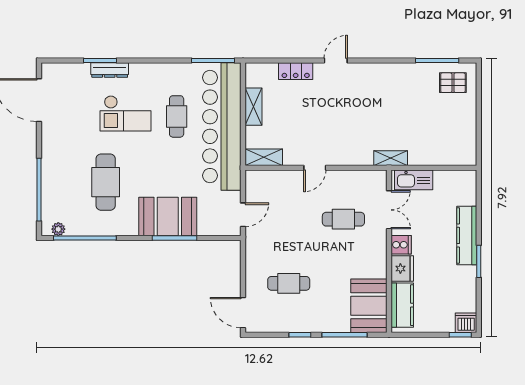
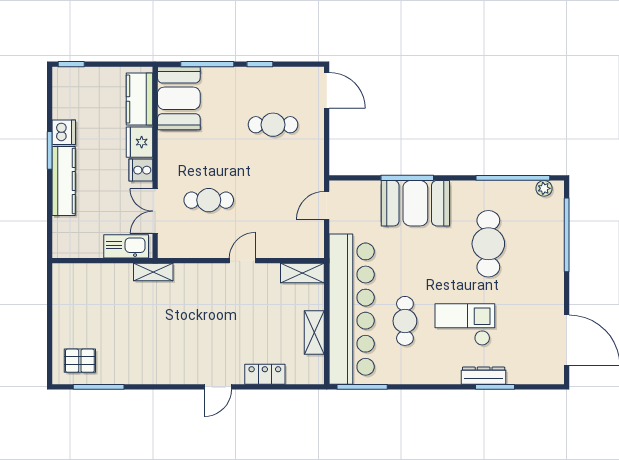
dishwasher: (466, 323) -> (64, 132), moved, turned -90

